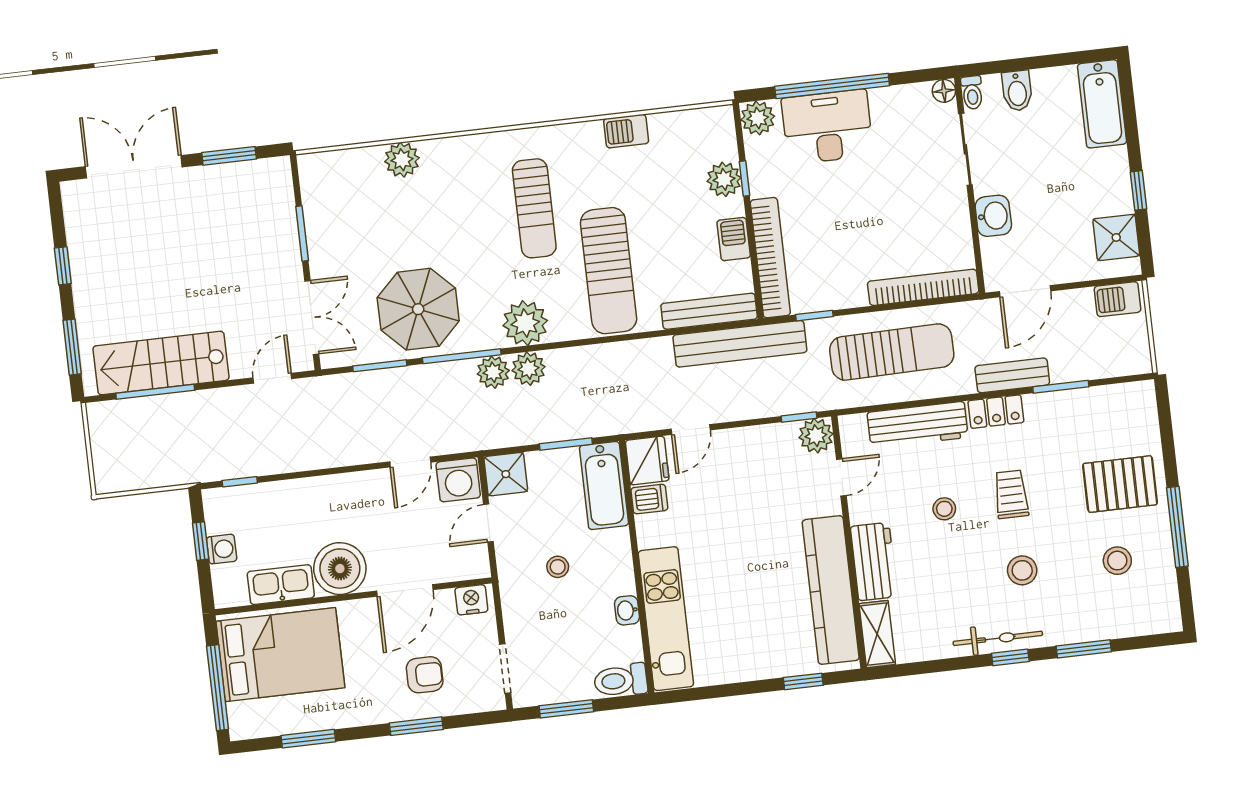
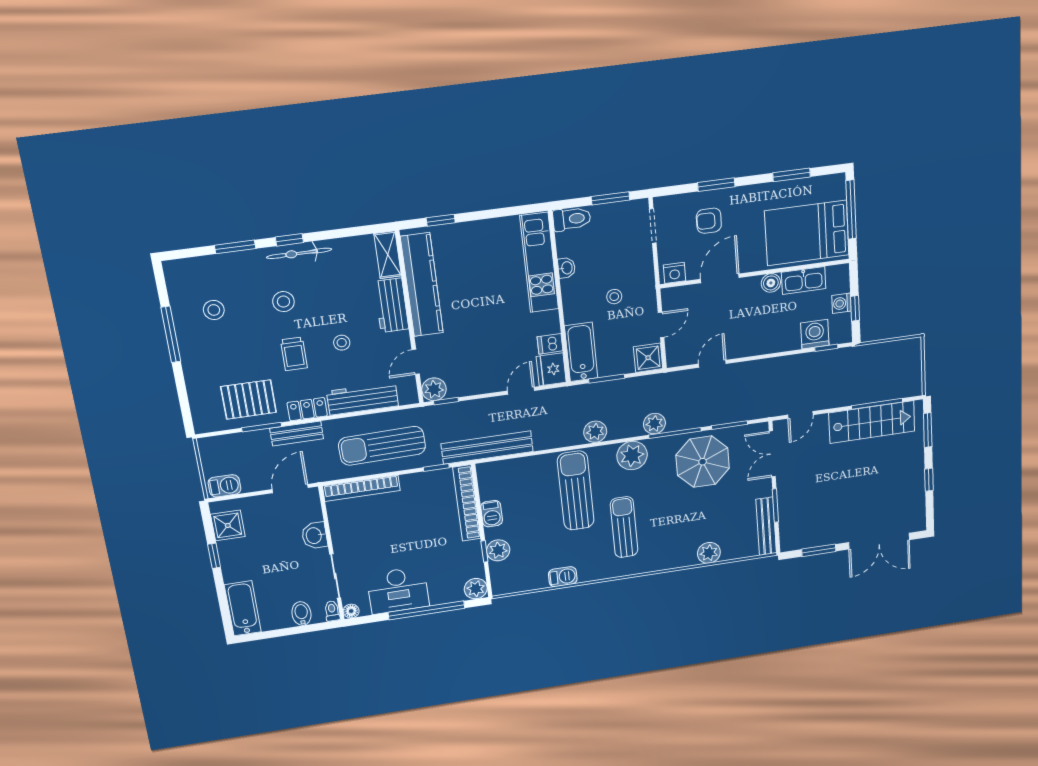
desk: (827, 127) -> (398, 590), moved
bench: (709, 311) -> (766, 526), moved, turned 90
plant: (529, 369) -> (595, 432), moved
washing machine: (458, 480) -> (815, 334), moved
pallet: (1120, 484) -> (249, 400), moved
boiler: (340, 569) -> (771, 283), width x0.54, depth x0.54

